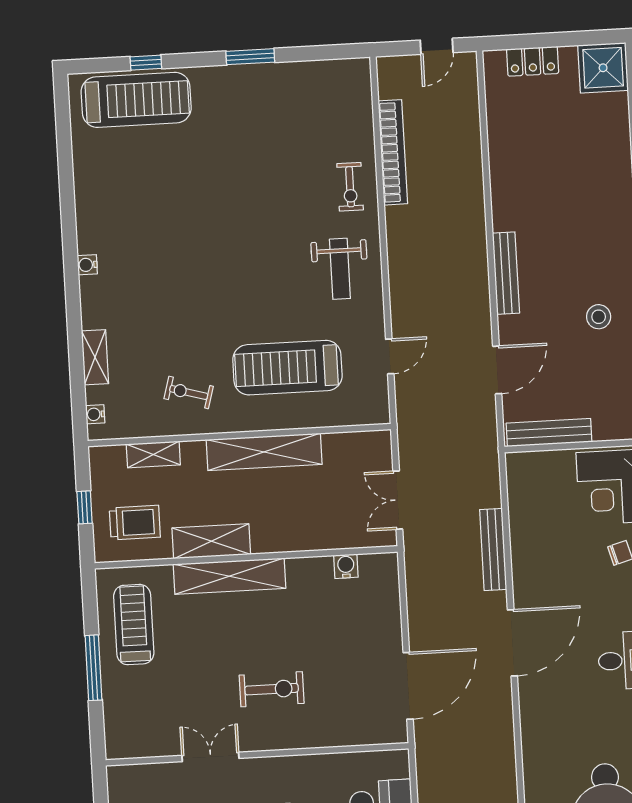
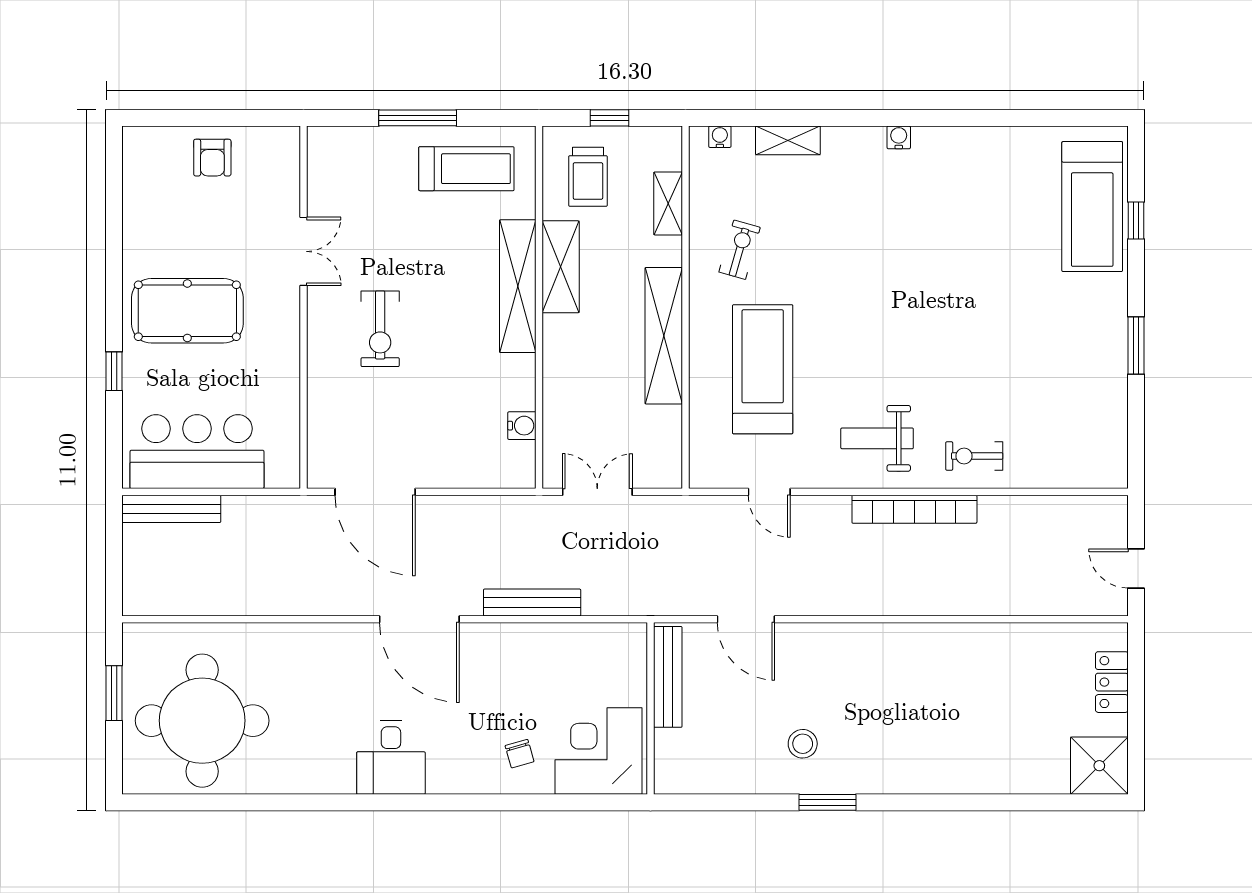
bookcase: (393, 152) -> (914, 509), moved
bench: (506, 273) -> (861, 636), removed

